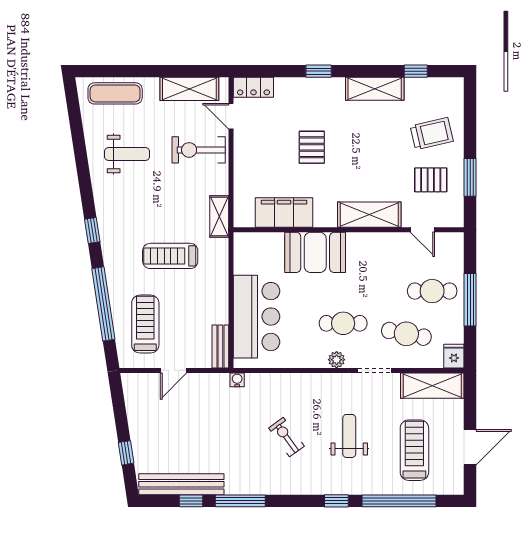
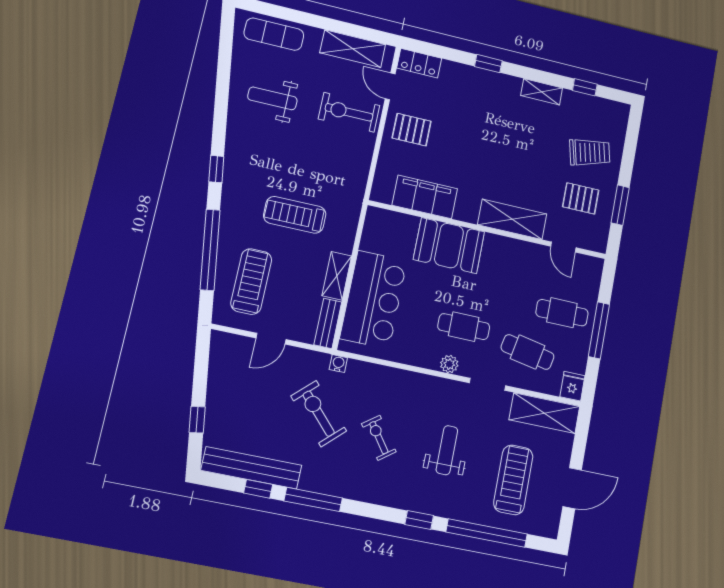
shelving: (375, 89) -> (542, 92), width x0.67, depth x0.75
pallet: (312, 147) -> (412, 130), moved, turned 90
weight bench: (127, 154) -> (272, 98), turned 180
shelving: (219, 216) -> (337, 276), moved
exercise bike: (229, 427) -> (319, 414), added

